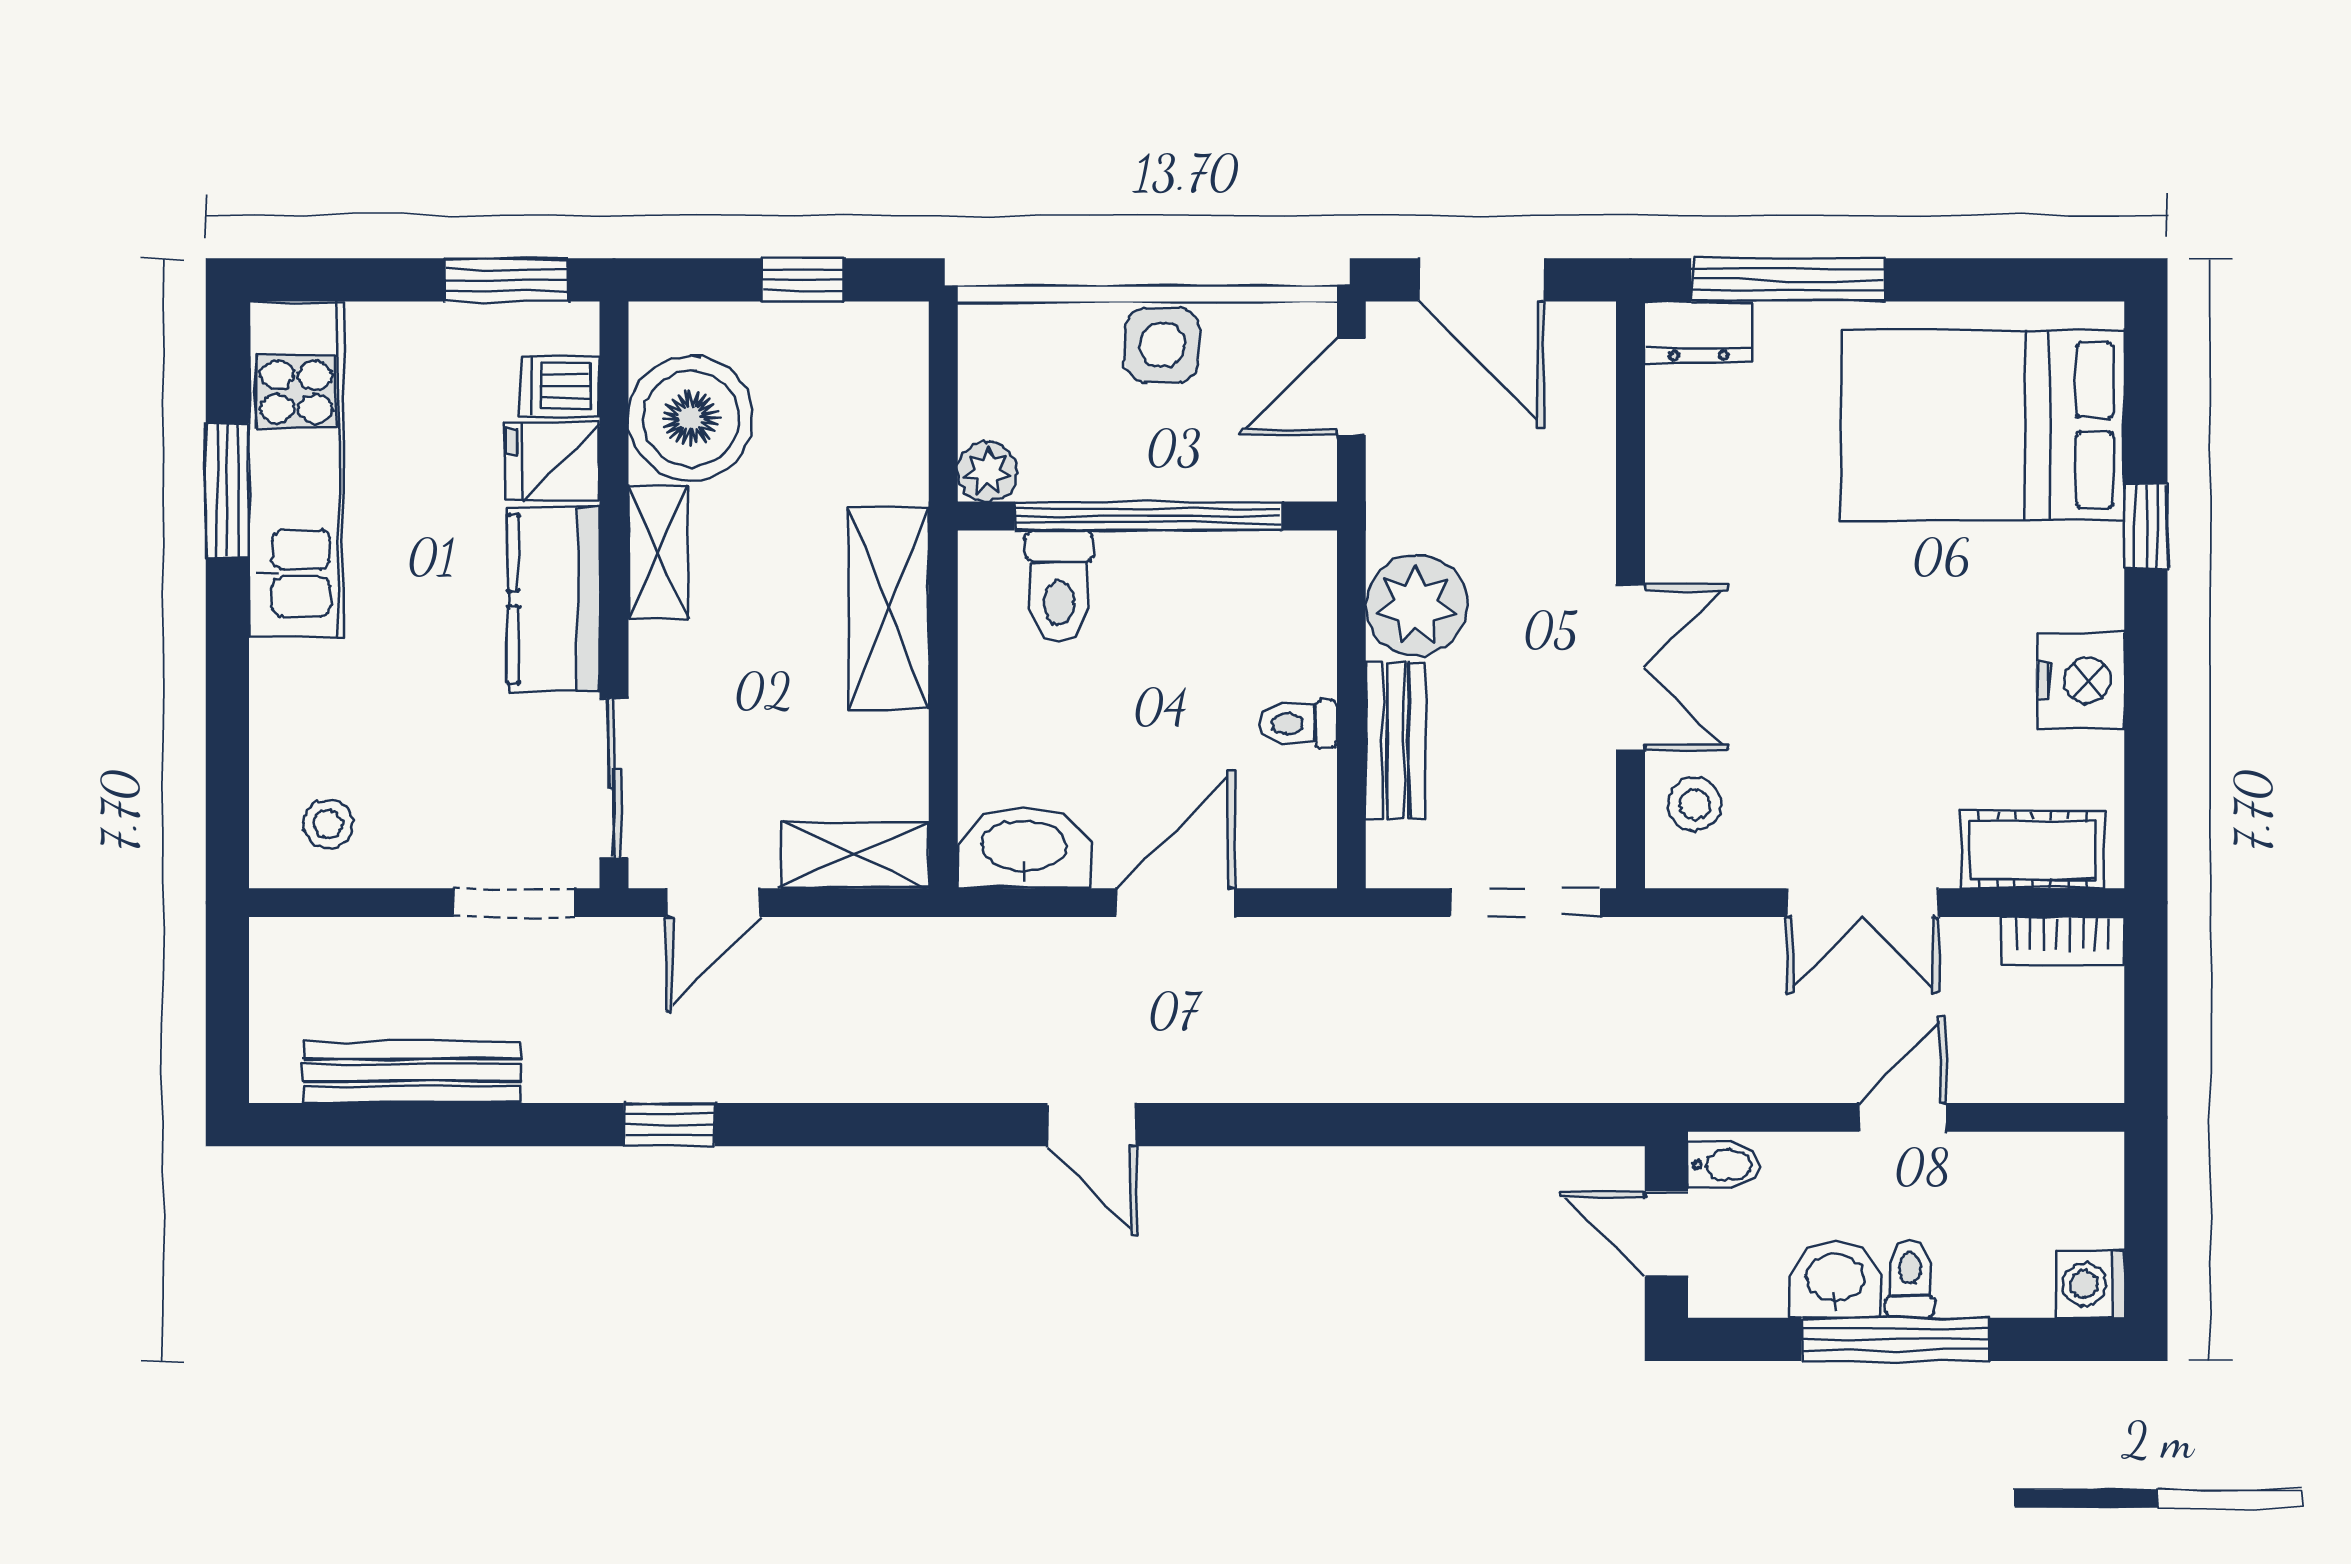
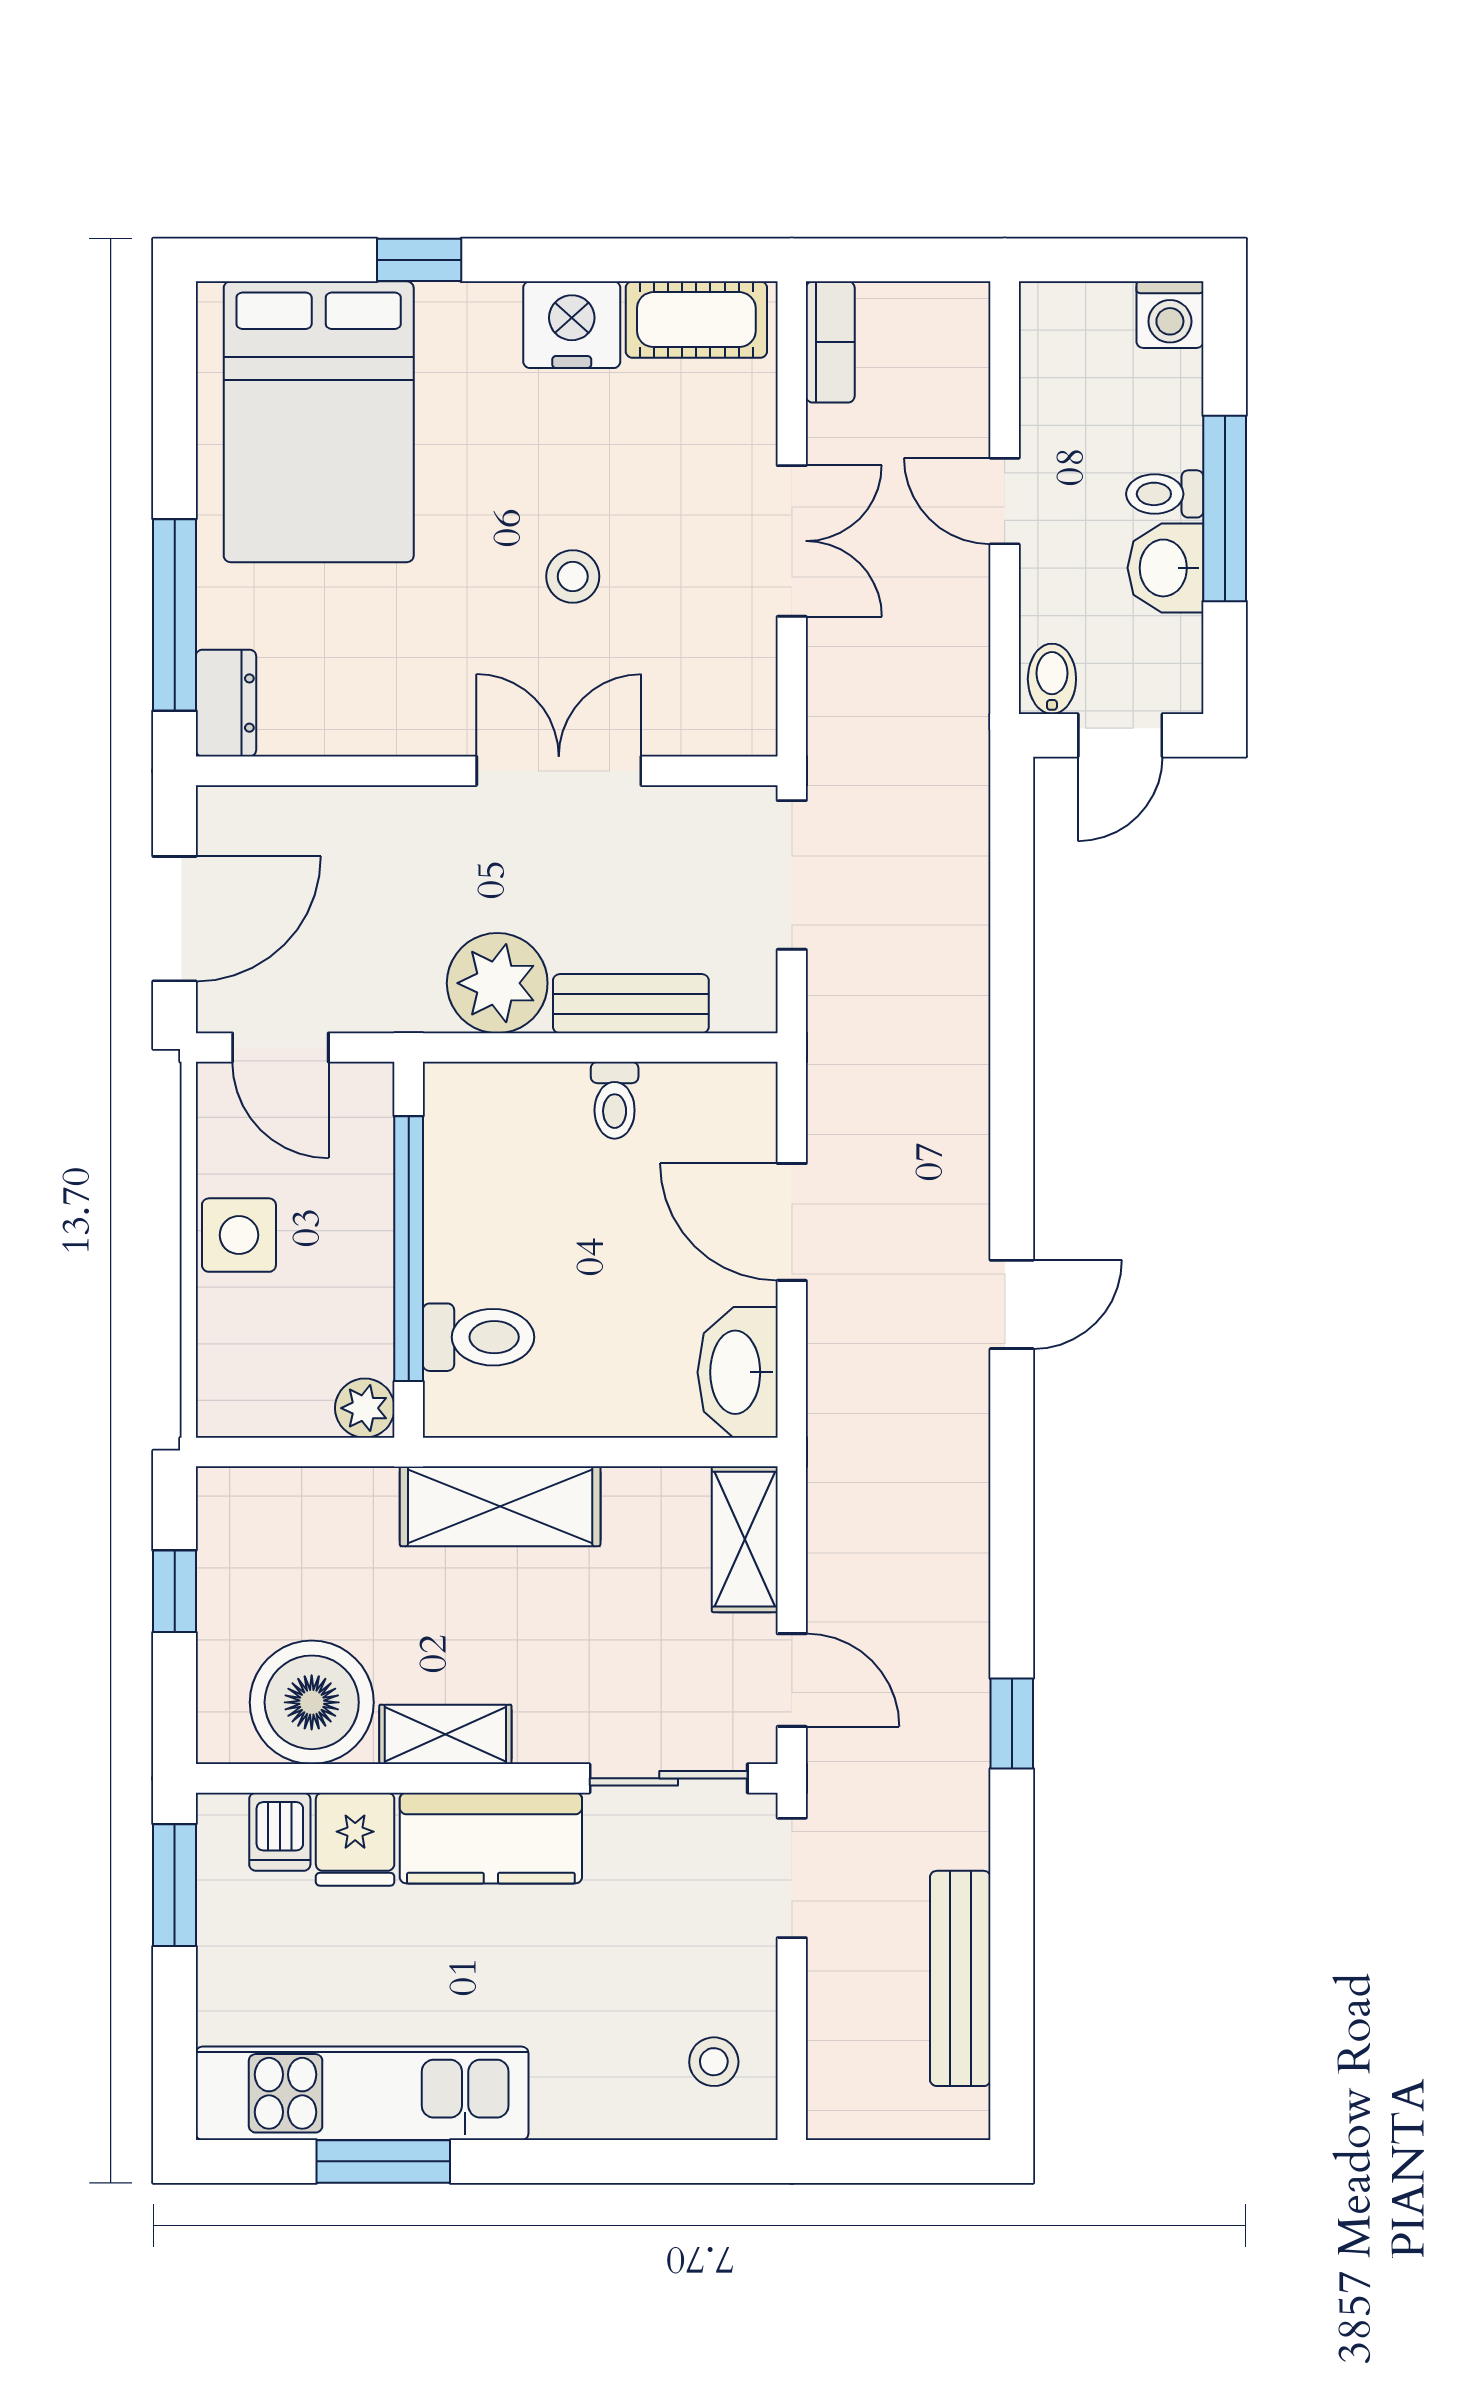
stool: (1694, 804) -> (573, 576), moved
cot: (2033, 850) -> (696, 320), moved, turned 90

